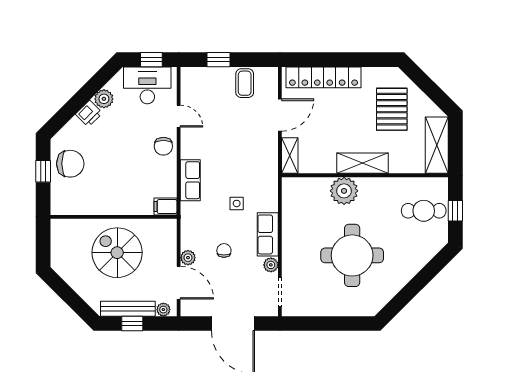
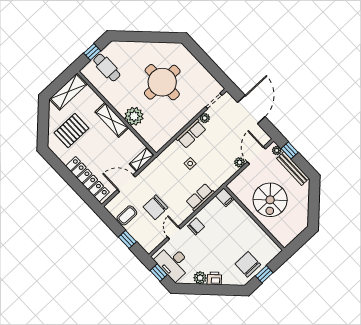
chair: (224, 250) -> (156, 207), moved, width x1.87, depth x1.87
window: (132, 324) -> (290, 150), moved

